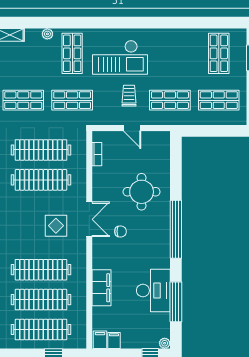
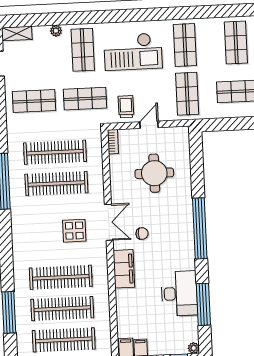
shop shelf: (170, 53) -> (185, 45), added
trolley: (129, 96) -> (126, 107), moved
shop shelf: (170, 100) -> (187, 94), turned 90
door: (132, 128) -> (149, 125), swing flipped
bookcase: (97, 154) -> (113, 142), moved
round table: (142, 192) -> (154, 173), moved
filing cabinet: (102, 288) -> (124, 269), moved

